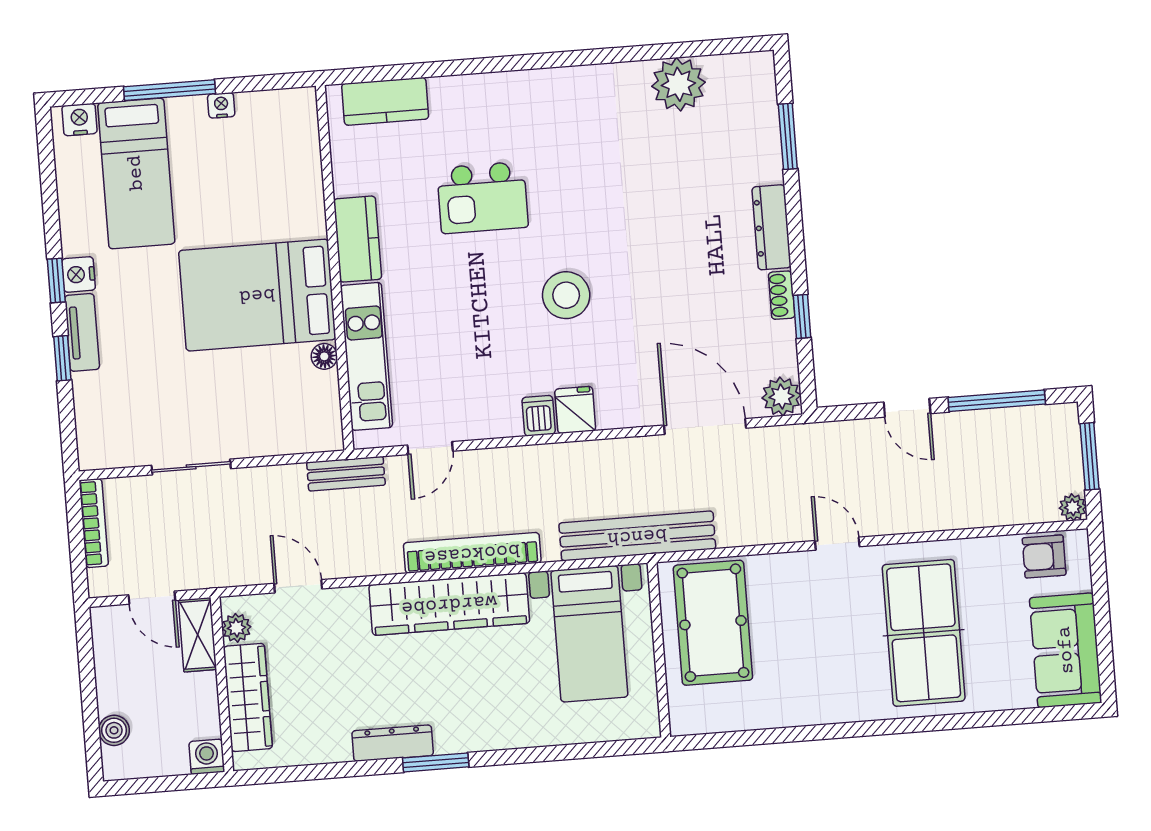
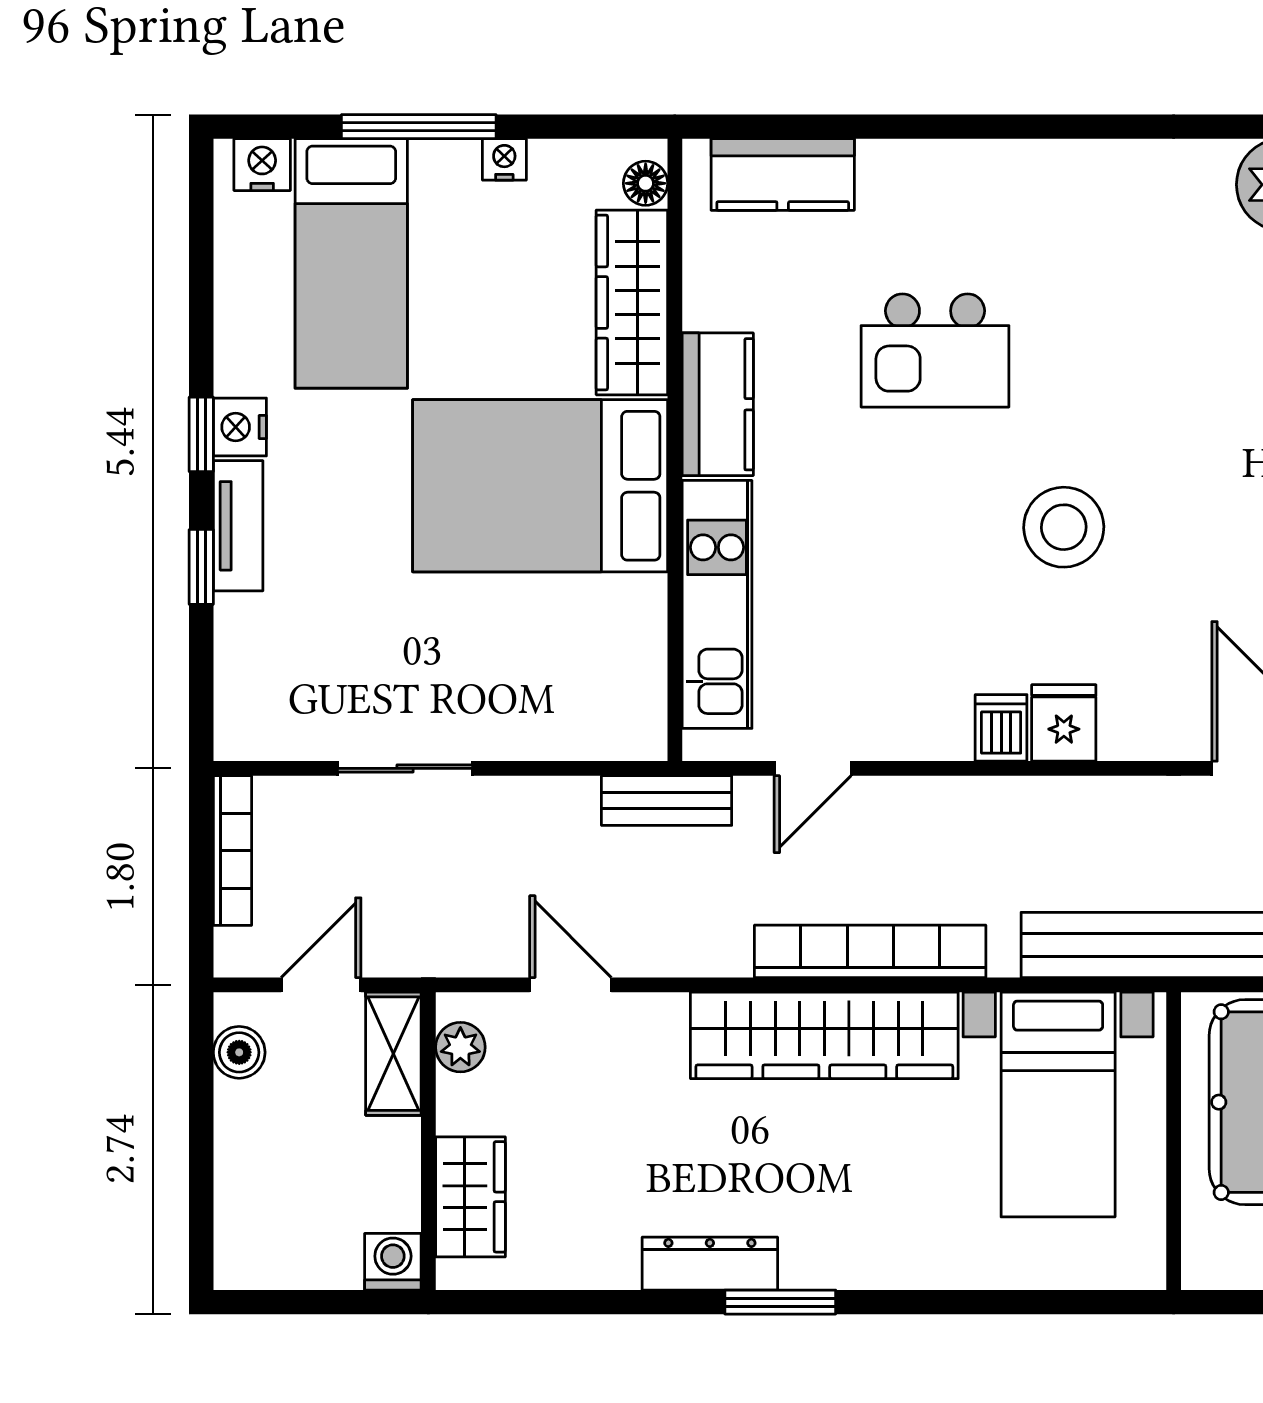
wardrobe: (303, 183) -> (632, 302), added
floor lamp: (324, 356) -> (646, 183), moved
door: (152, 598) -> (321, 985), swing flipped
wardrobe: (248, 697) -> (470, 1197), width x0.67
boiler: (114, 730) -> (239, 1052), moved

